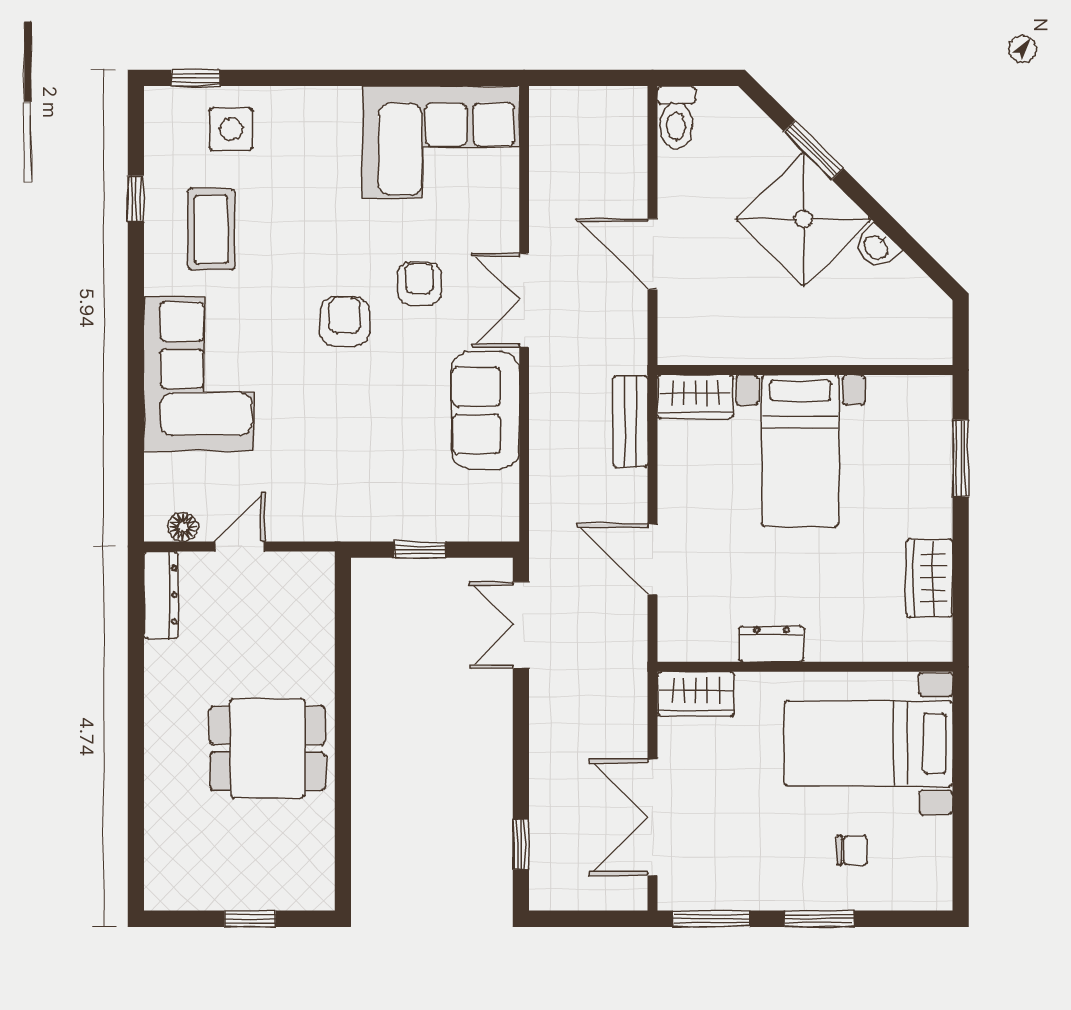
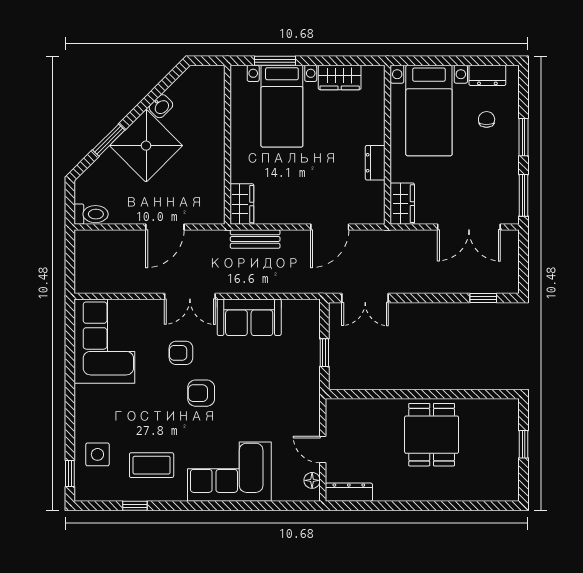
bed with nightstands: (800, 451) -> (282, 106), moved, turned 90
dresser: (934, 852) -> (487, 75), added

